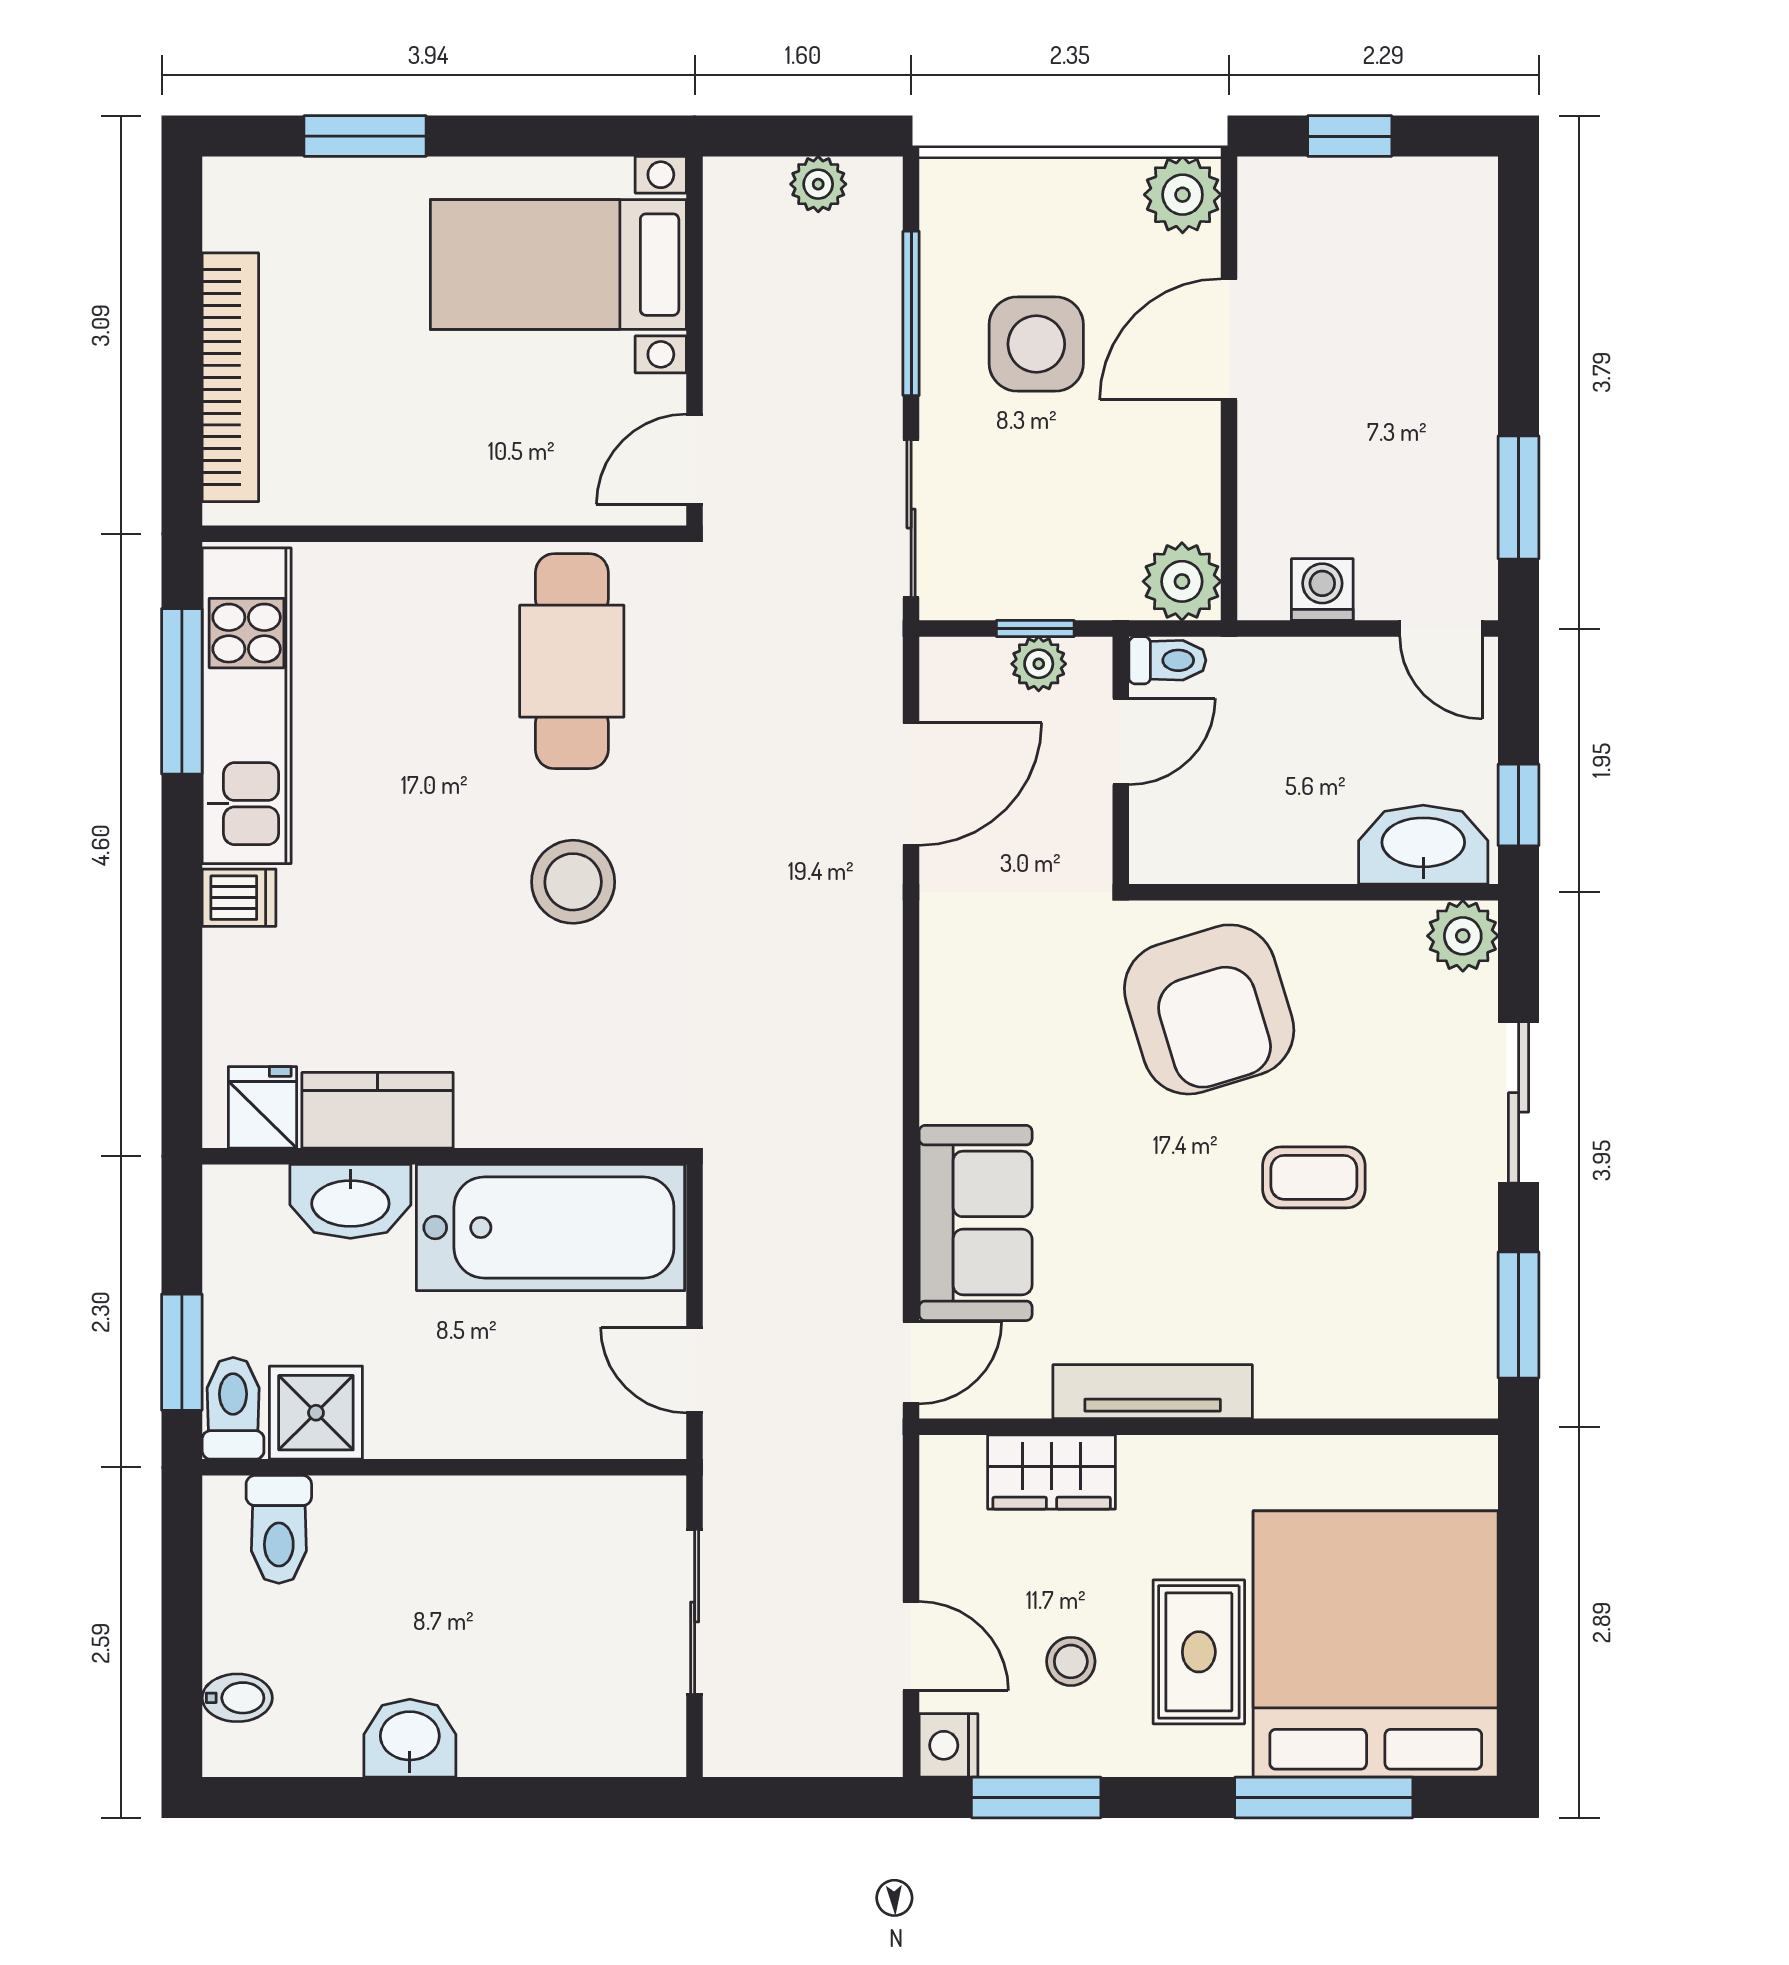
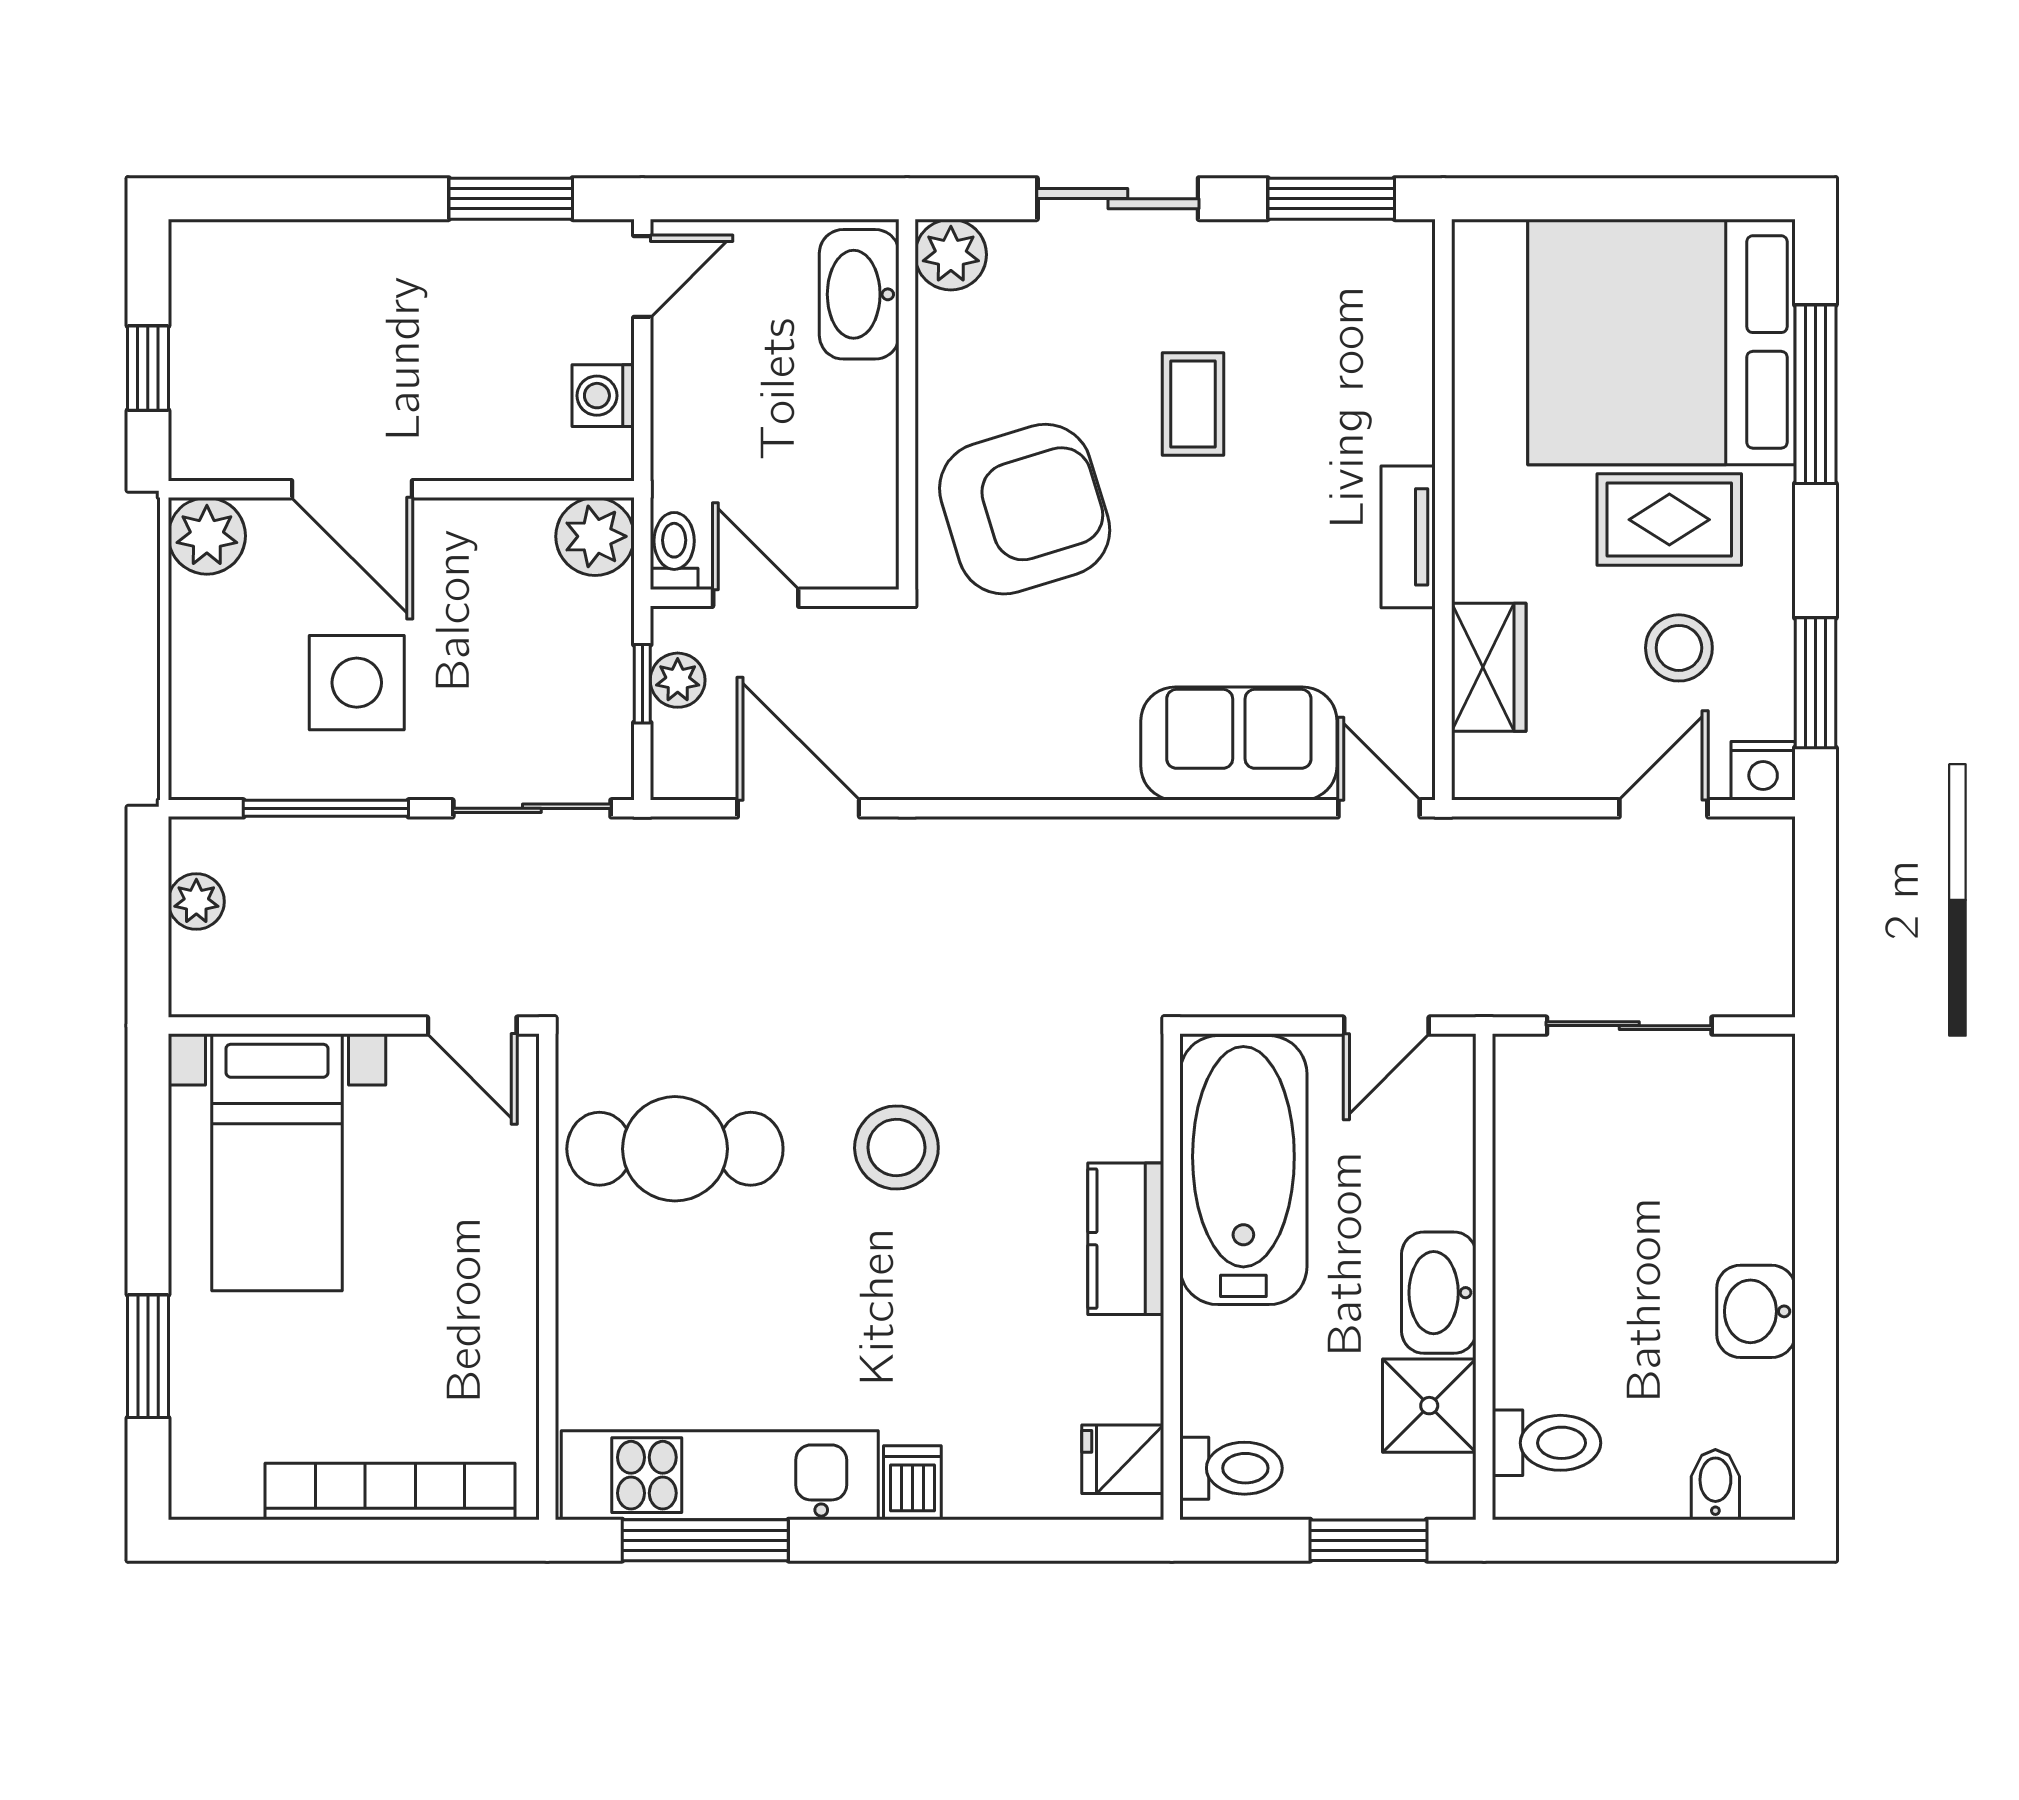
window: (1519, 805) -> (819, 199), removed
kitchen counter: (378, 1110) -> (1126, 1239), moved
washbasin: (350, 1201) -> (1439, 1293), moved, turned 180
tv unit: (1153, 1392) -> (1408, 537), width x0.71
toilet: (233, 1408) -> (1231, 1468), moved, turned 180
stool: (1071, 1661) -> (1679, 648), width x1.37, depth x1.37

